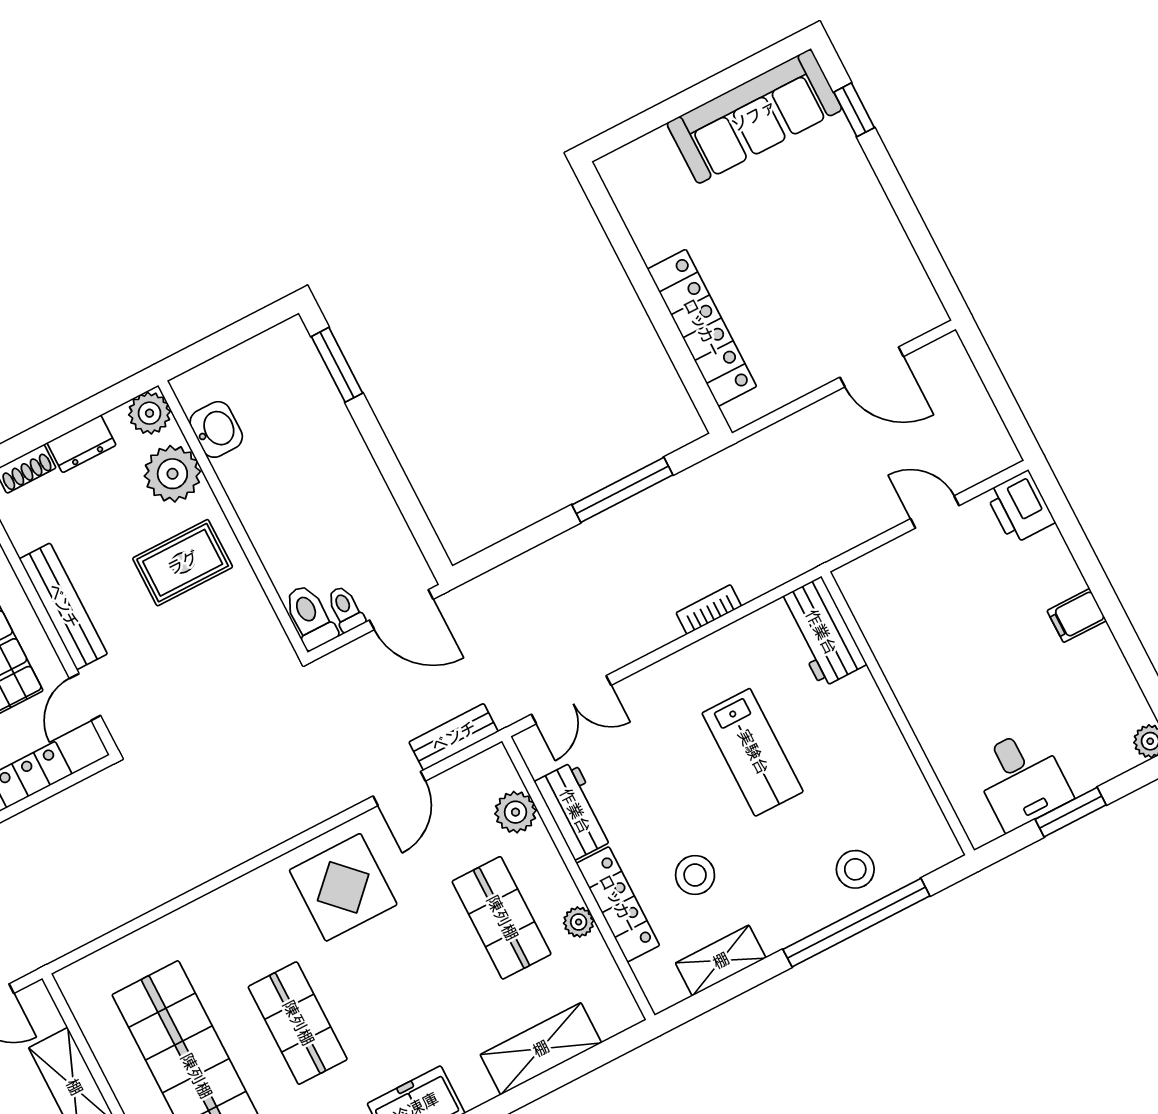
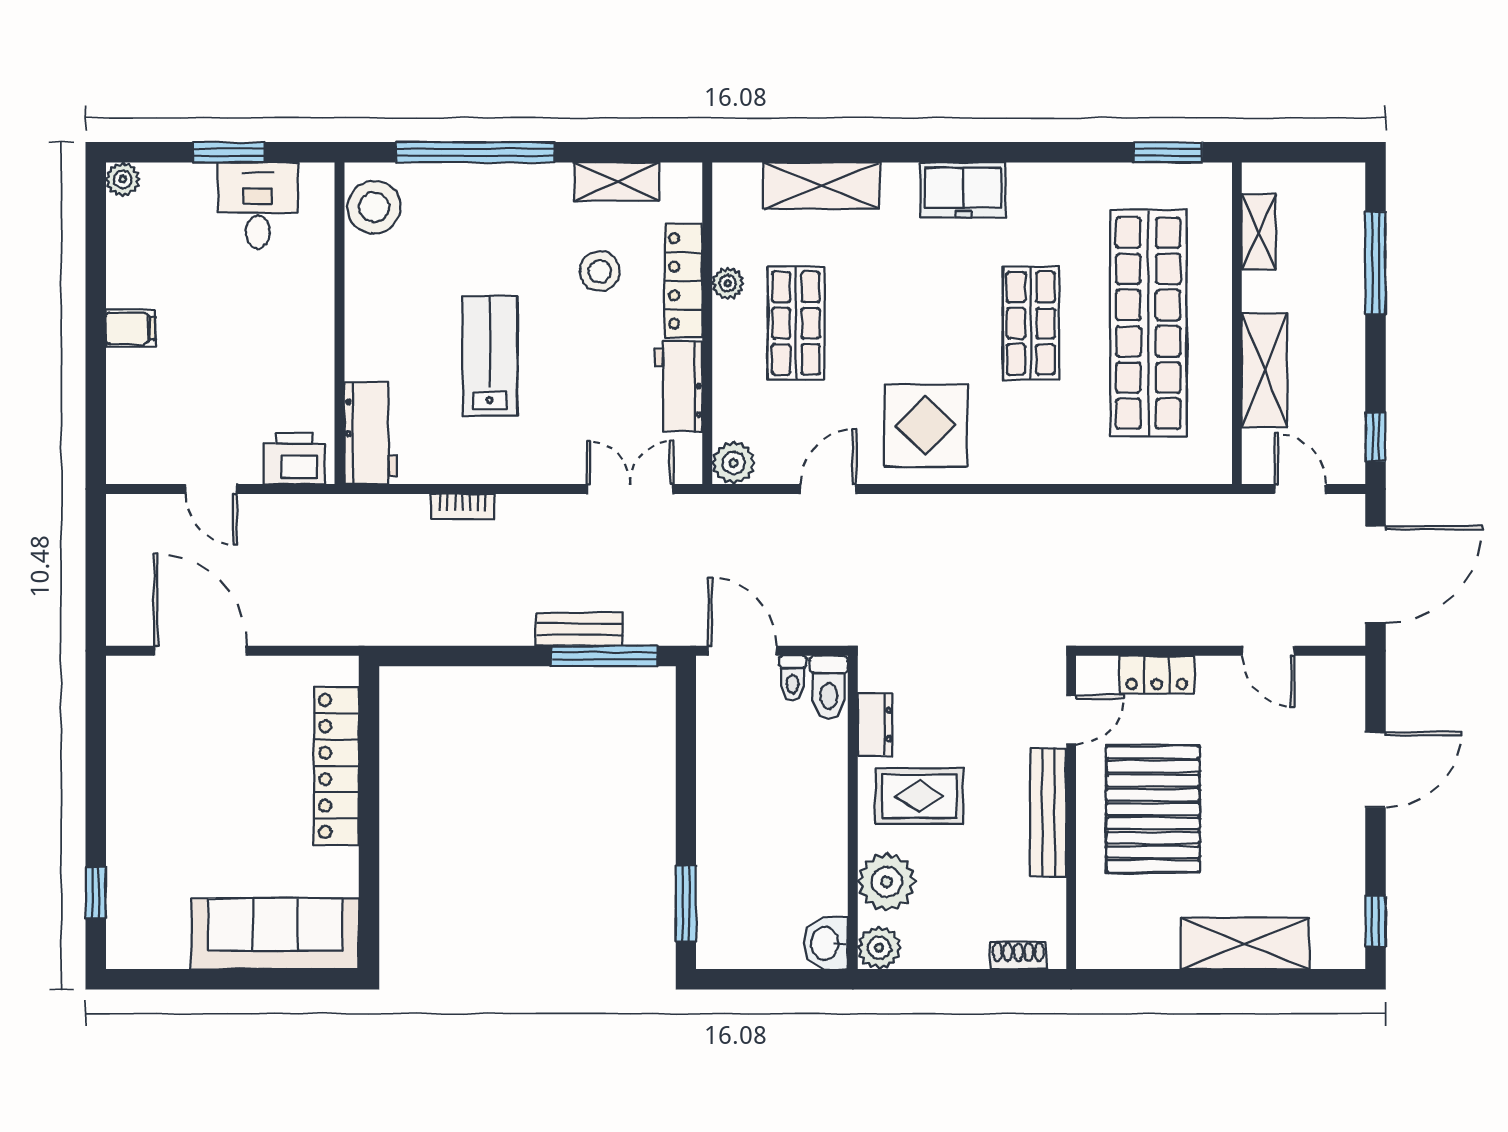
sofa: (754, 116) -> (275, 934), moved
door: (872, 367) -> (200, 651), width x1.36
washbasin: (216, 429) -> (826, 943), moved
dresser: (81, 444) -> (875, 725), moved, turned 90
window: (622, 490) -> (605, 656), moved
printer: (1020, 507) -> (294, 459), moved, turned -90
bench: (454, 737) -> (579, 629), moved
plant: (515, 812) -> (734, 463), moved
stool: (855, 869) -> (374, 207), moved, width x1.38, depth x1.38

